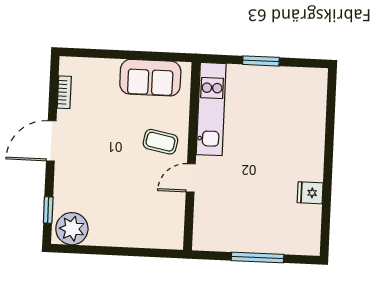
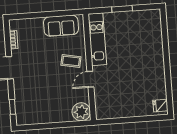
fridge: (310, 193) -> (160, 106), moved
plant: (72, 229) -> (81, 112), moved
window: (257, 257) -> (133, 120), removed

